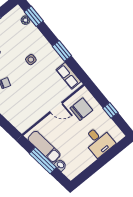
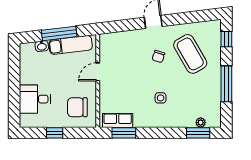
window: (62, 51) -> (124, 133), moved
door: (56, 107) -> (98, 72), moved
chair: (81, 109) -> (77, 107), turned 90

